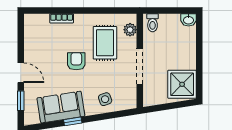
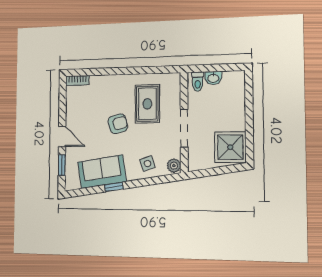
bookcase: (62, 18) -> (77, 81), moved
washbasin: (188, 20) -> (213, 78), moved
plant: (130, 30) -> (174, 166), moved
armchair: (76, 61) -> (118, 124), turned 75

